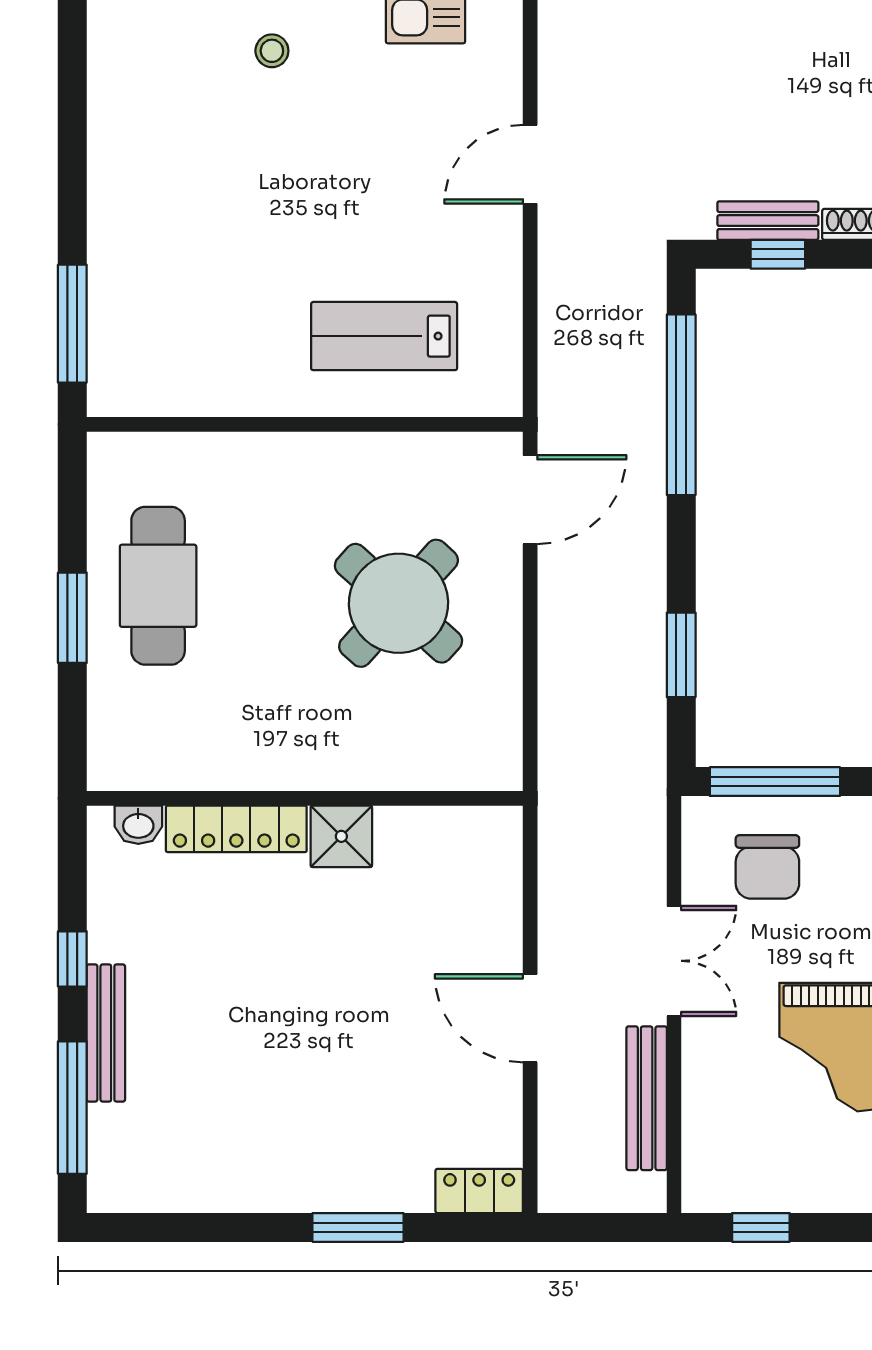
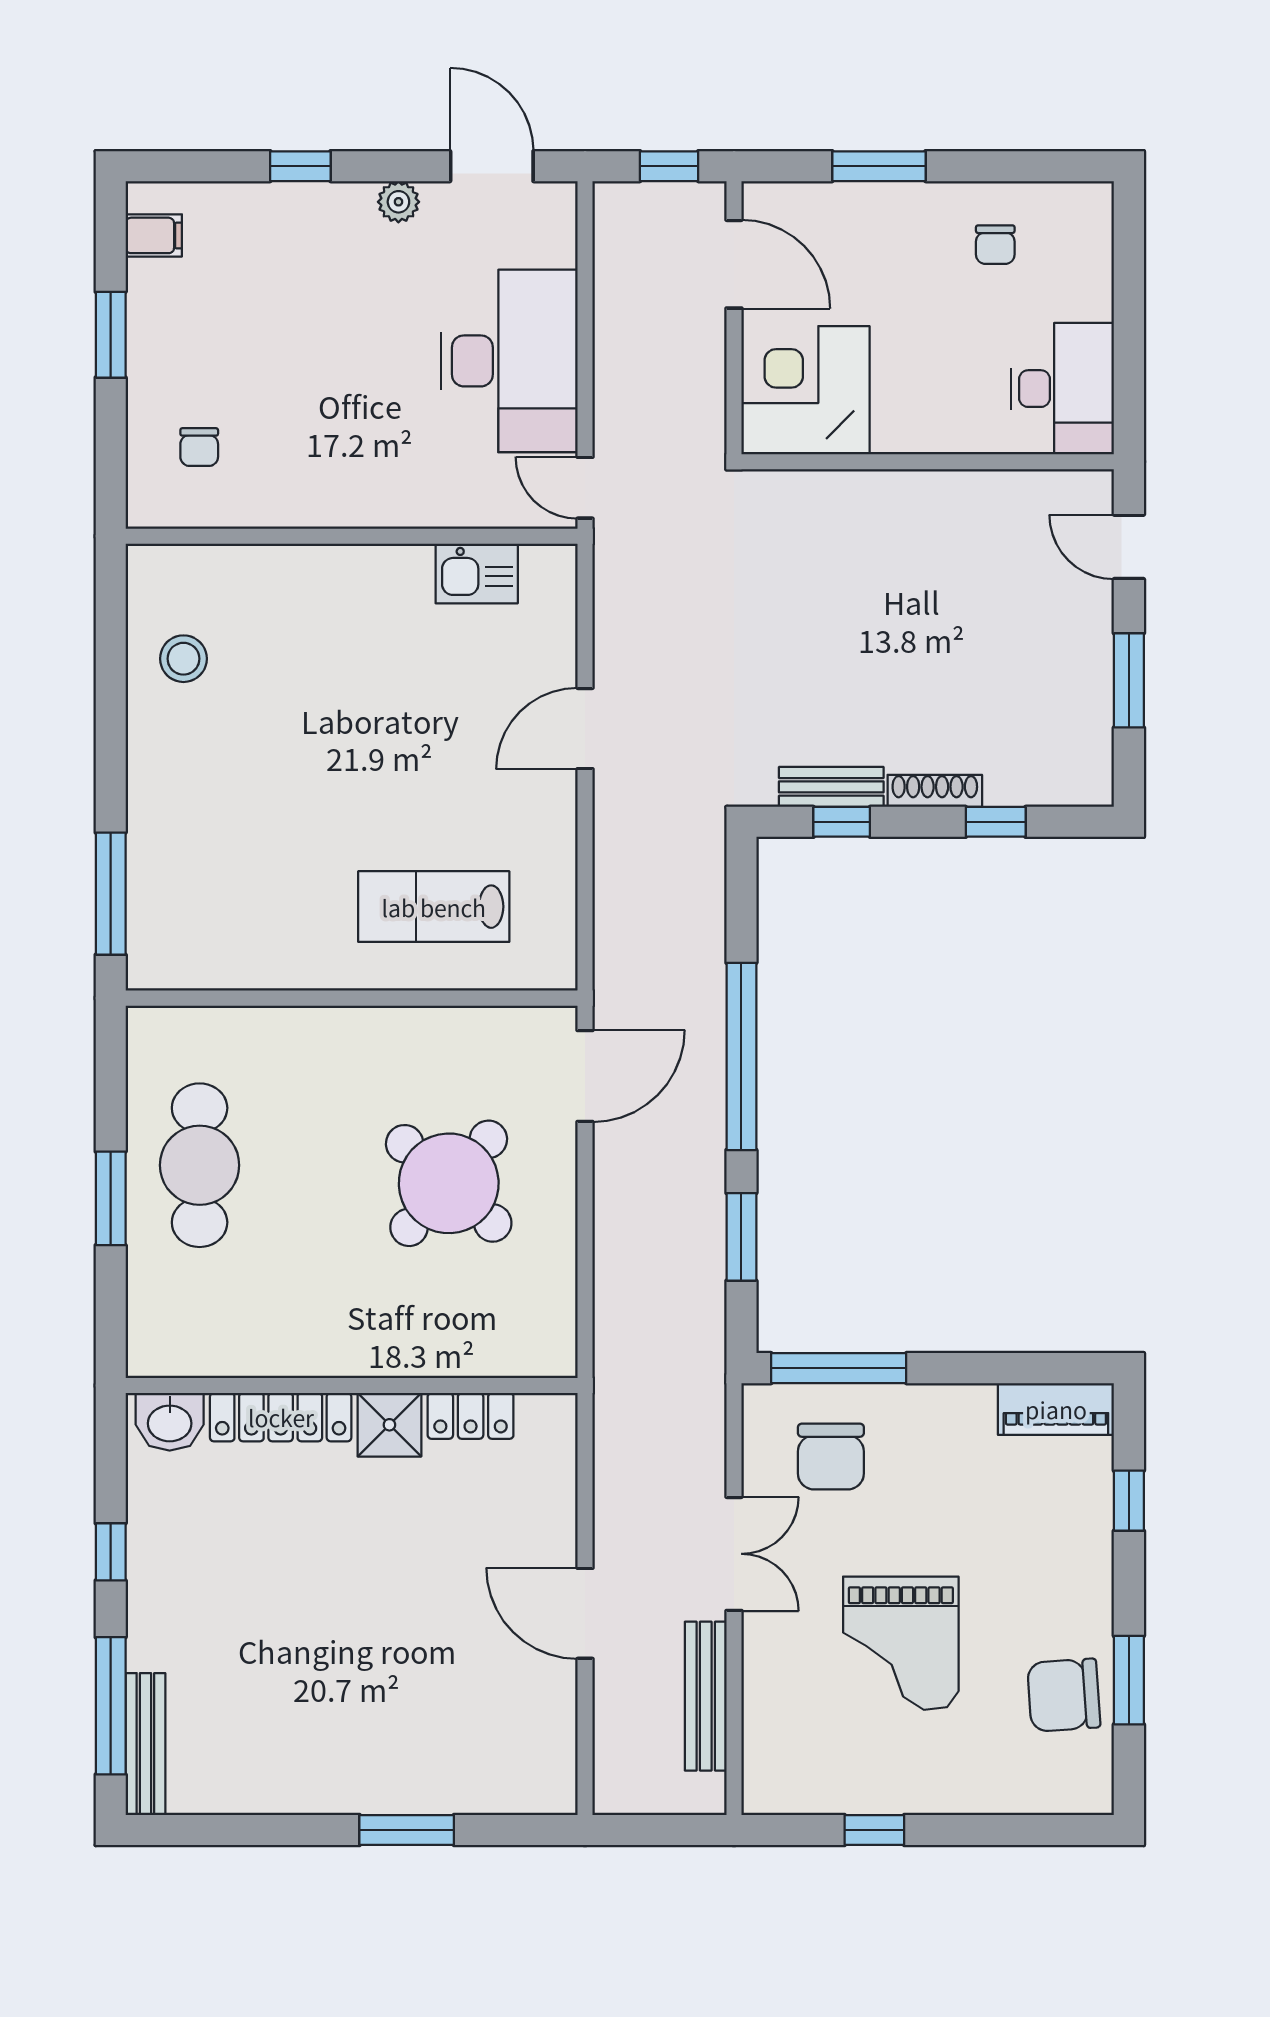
stool: (272, 51) -> (183, 659), moved, width x1.37, depth x1.37
window: (681, 405) -> (741, 1056), moved
washbasin: (138, 825) -> (170, 1422), width x1.38, depth x1.45
bench: (106, 1033) -> (145, 1744), moved
locker: (479, 1191) -> (471, 1416), moved, turned 180
window: (761, 1227) -> (874, 1830), moved

